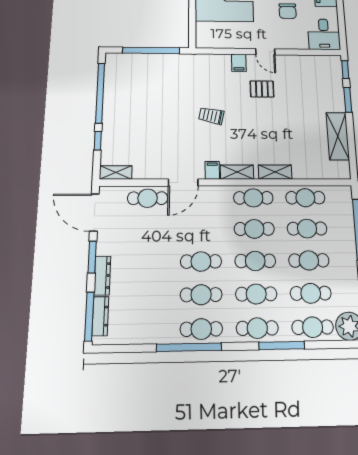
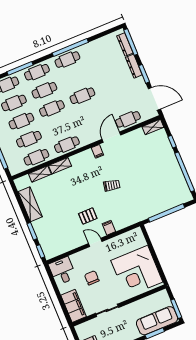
shelving: (237, 172) -> (40, 174), moved
cafe table: (254, 229) -> (59, 127), removed
cafe table: (201, 295) -> (75, 78), removed

